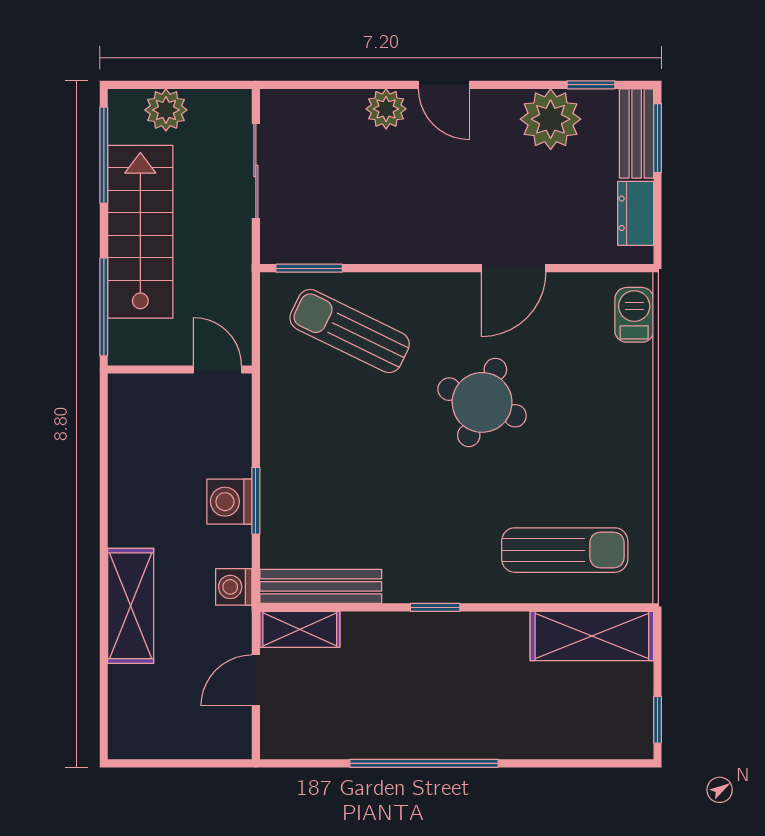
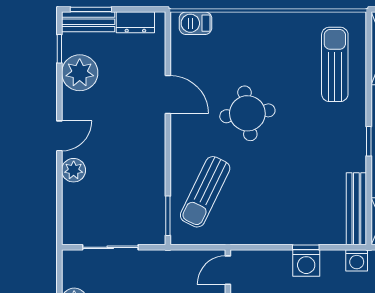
round table: (482, 402) -> (247, 113), turned -30
window: (256, 501) -> (306, 247), width x0.67

